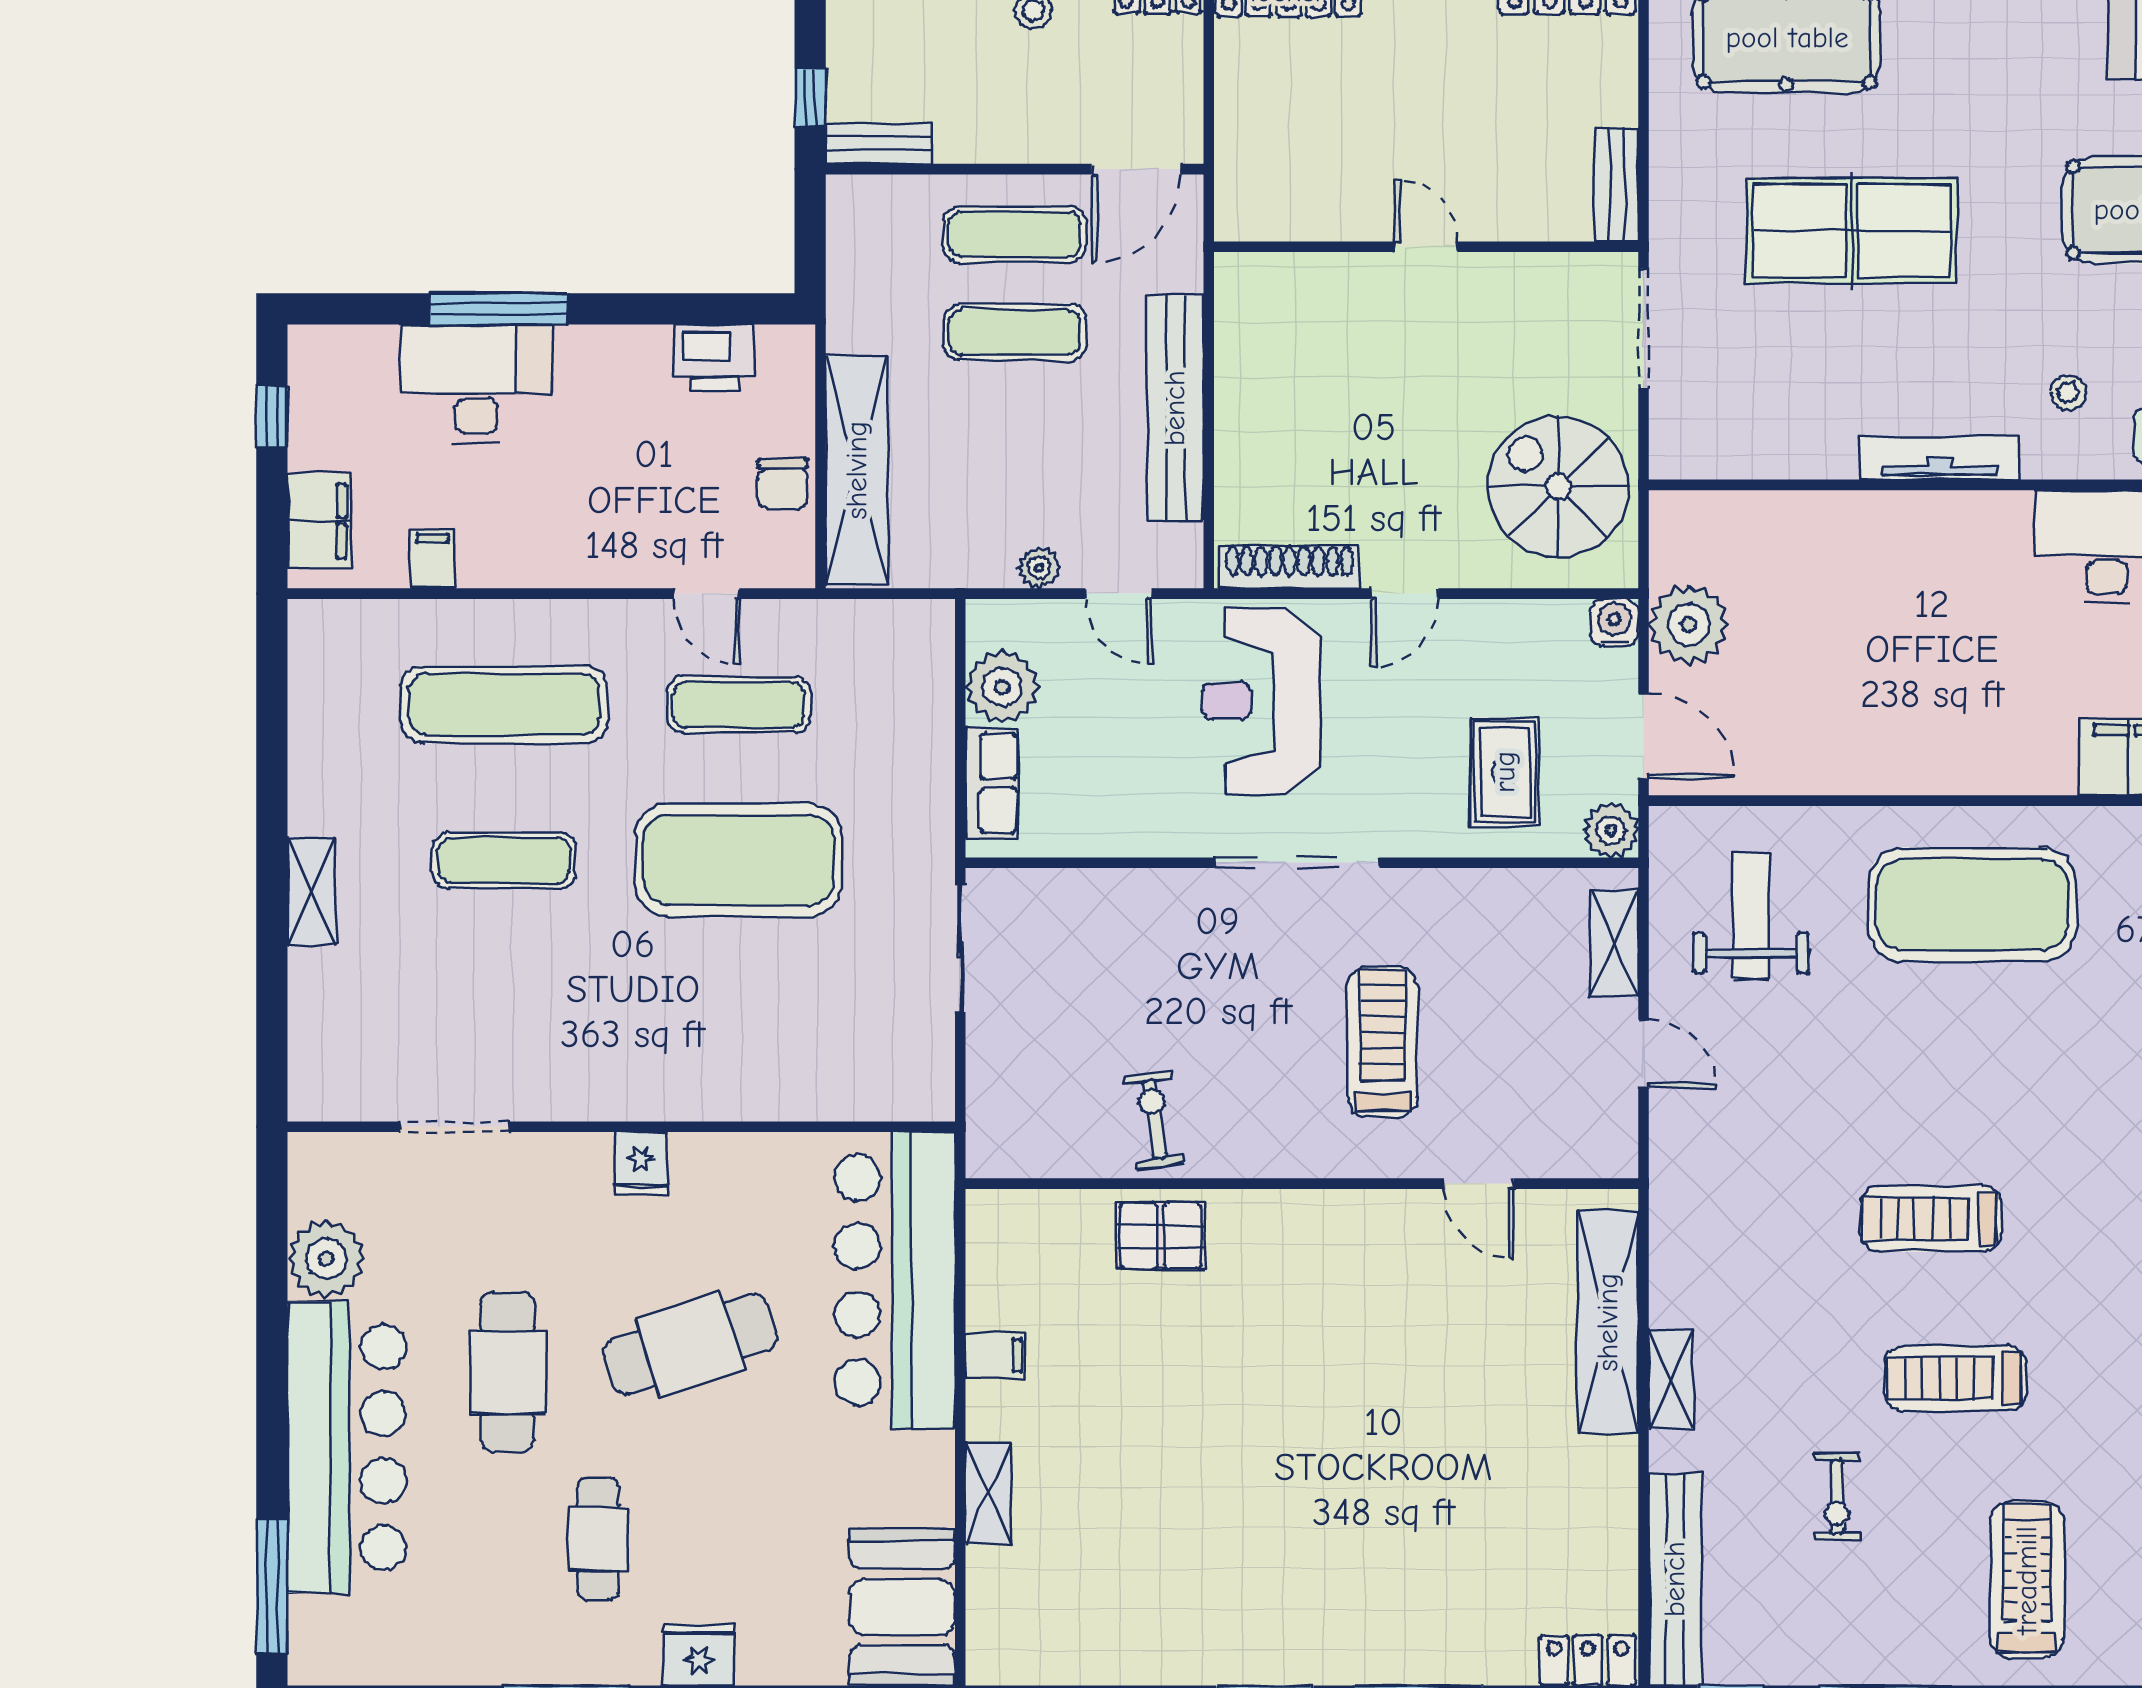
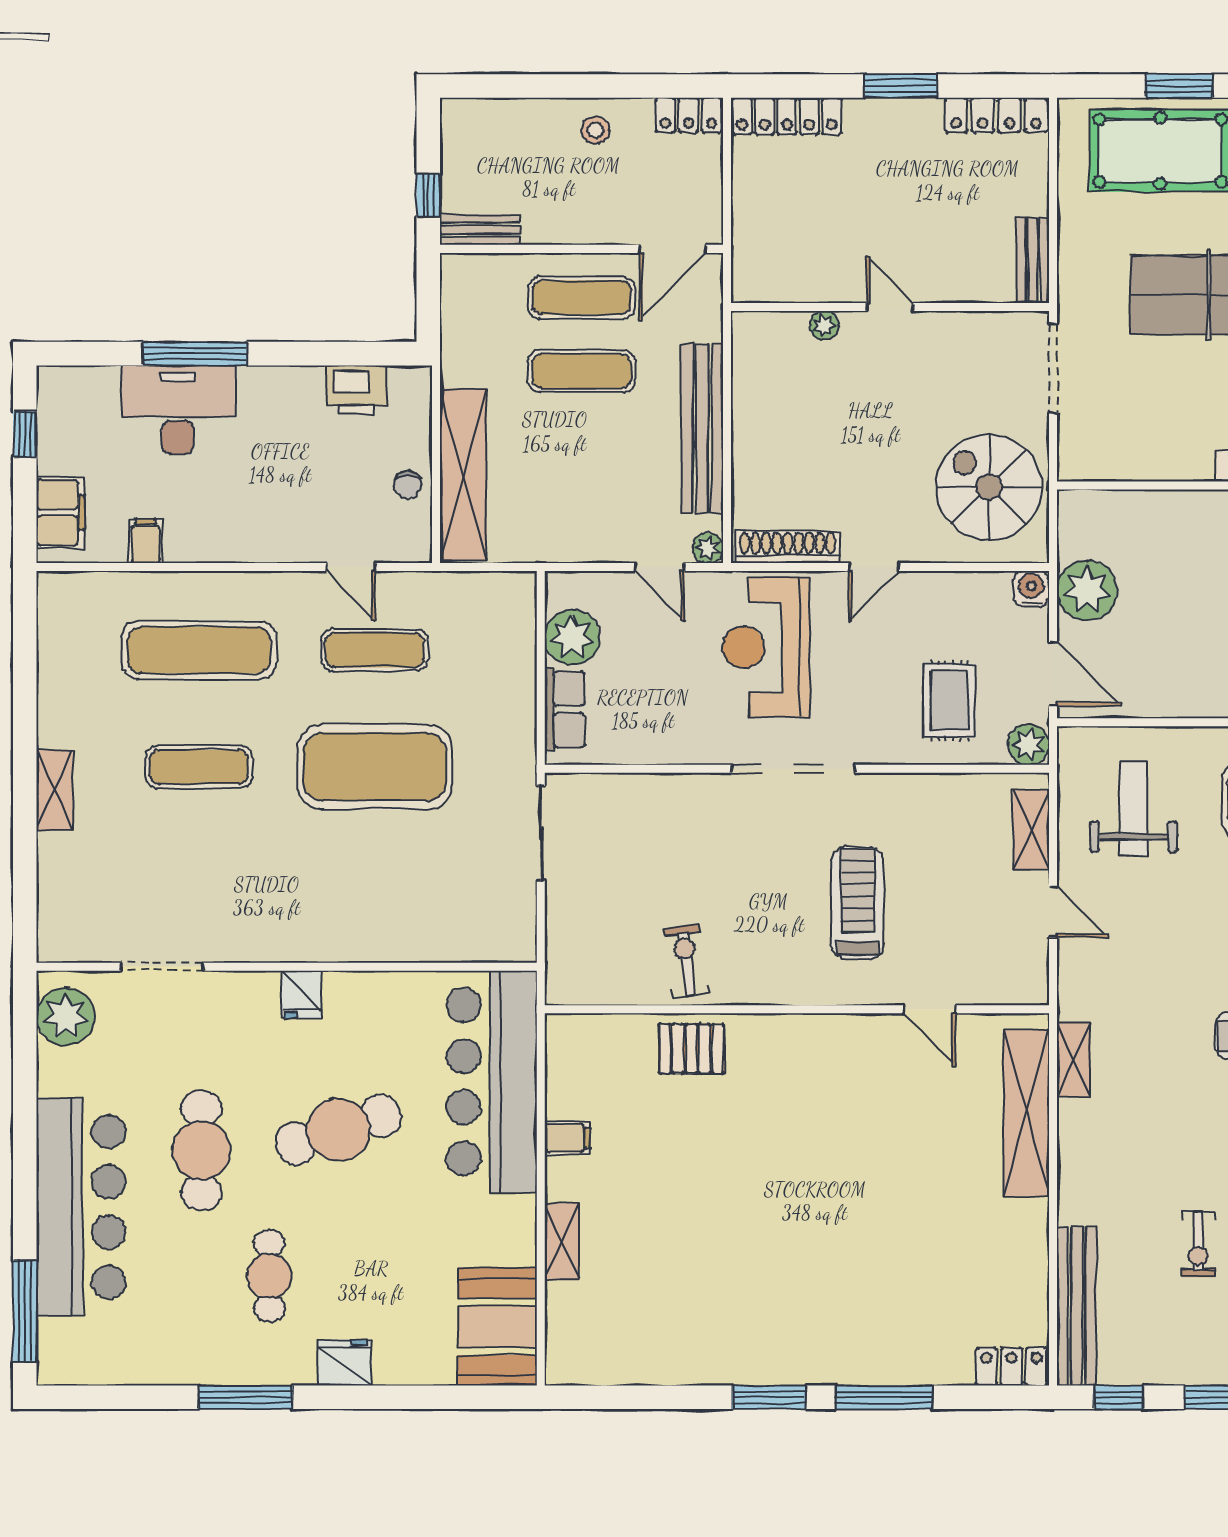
plant: (1338, 271) -> (824, 325), added
chair: (783, 484) -> (408, 485), width x0.73, depth x0.73
plant: (1039, 568) -> (708, 548), moved
plant: (326, 1259) -> (65, 1016), moved
shelving: (1671, 1379) -> (1074, 1060), moved

